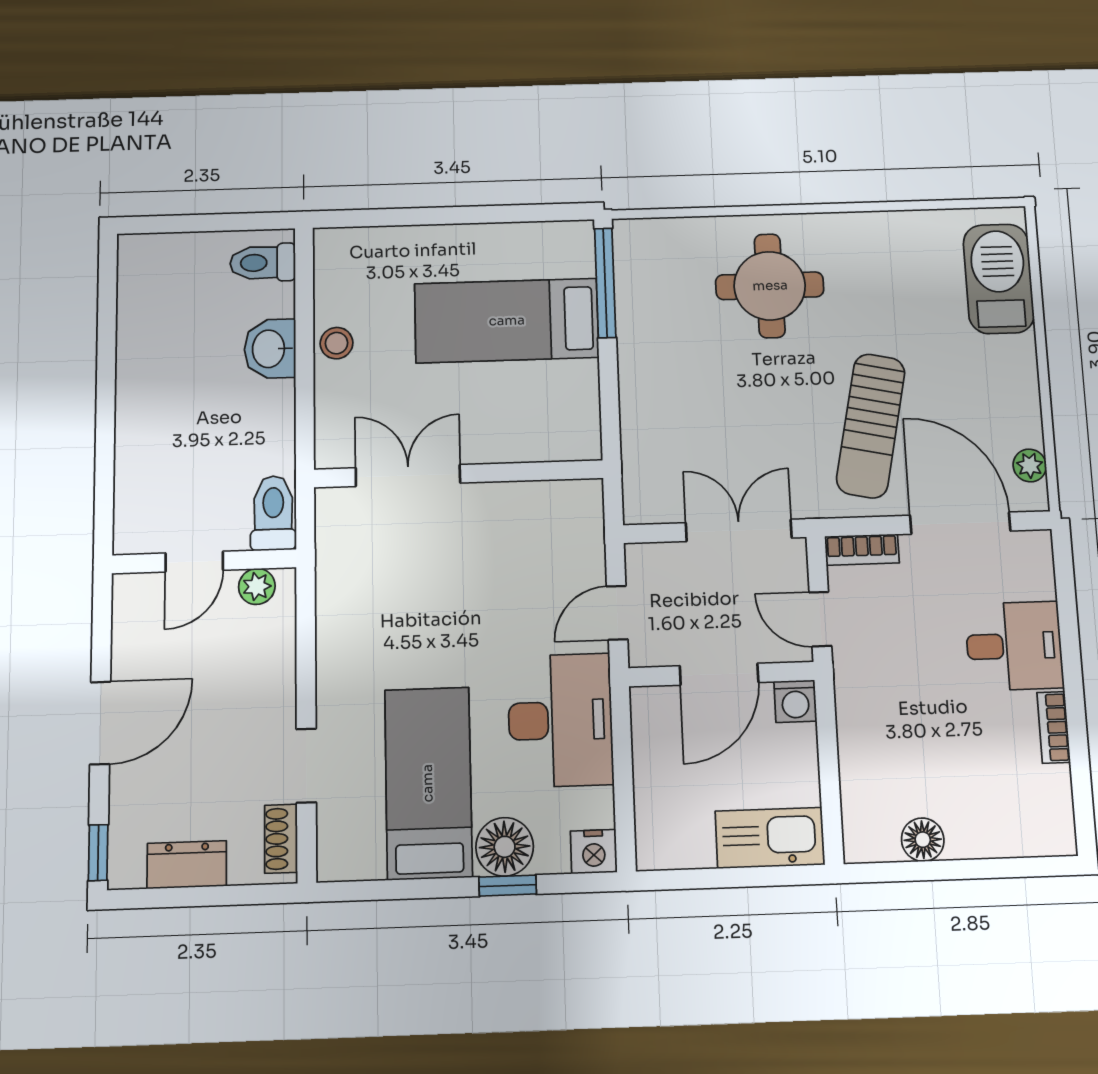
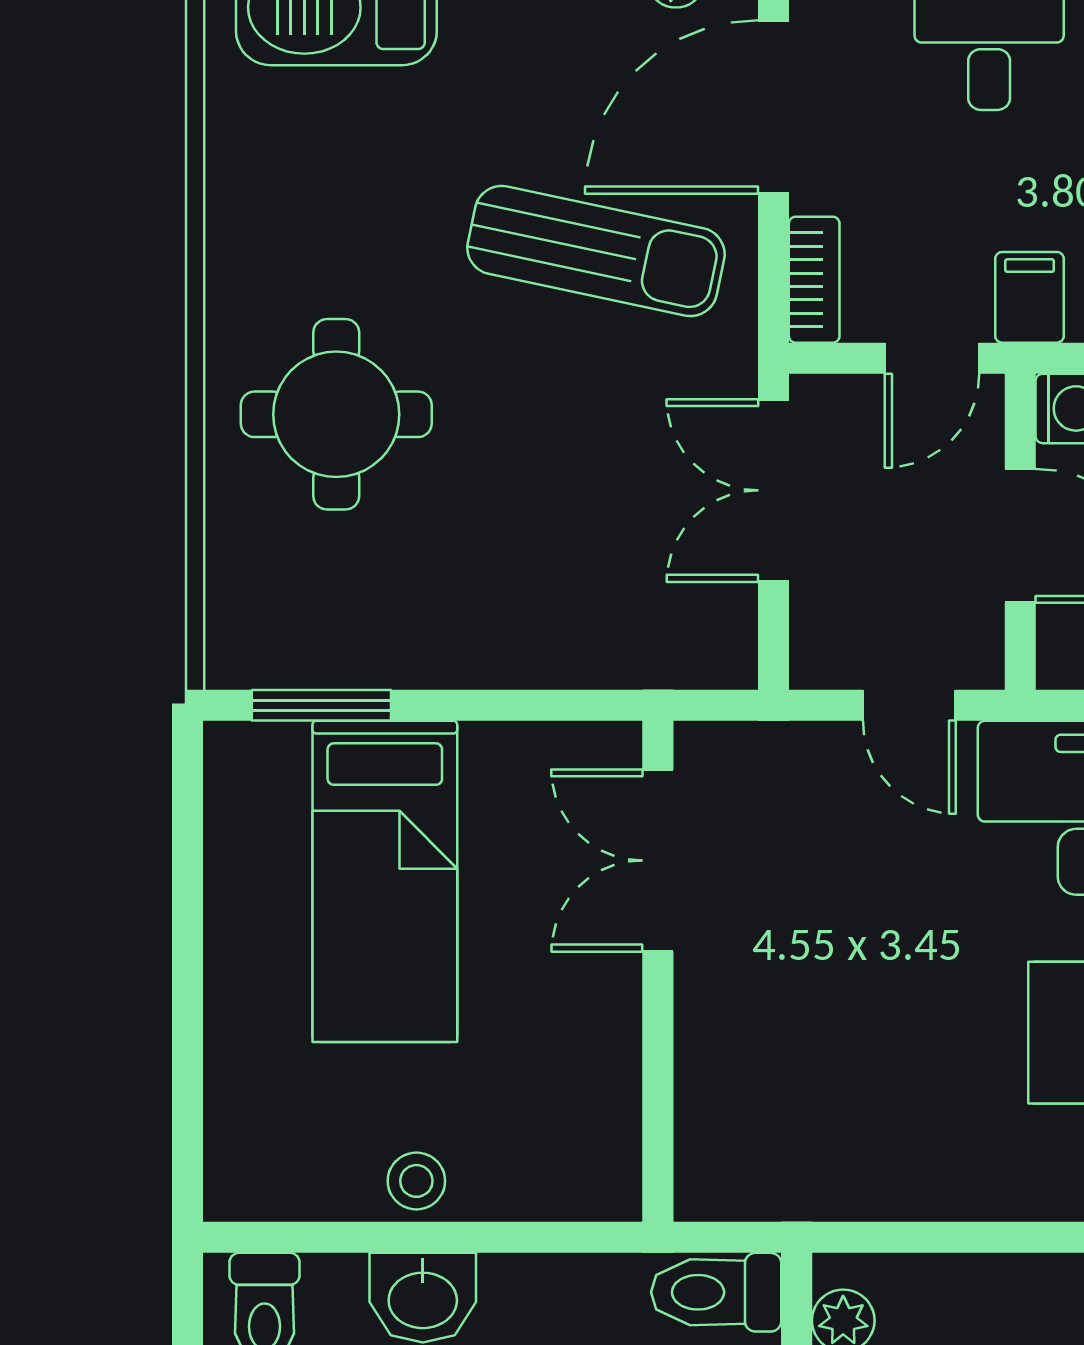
window: (605, 283) -> (321, 705), width x0.69
double door: (408, 475) -> (658, 861), moved
filing cabinet: (859, 675) -> (1030, 297), added

